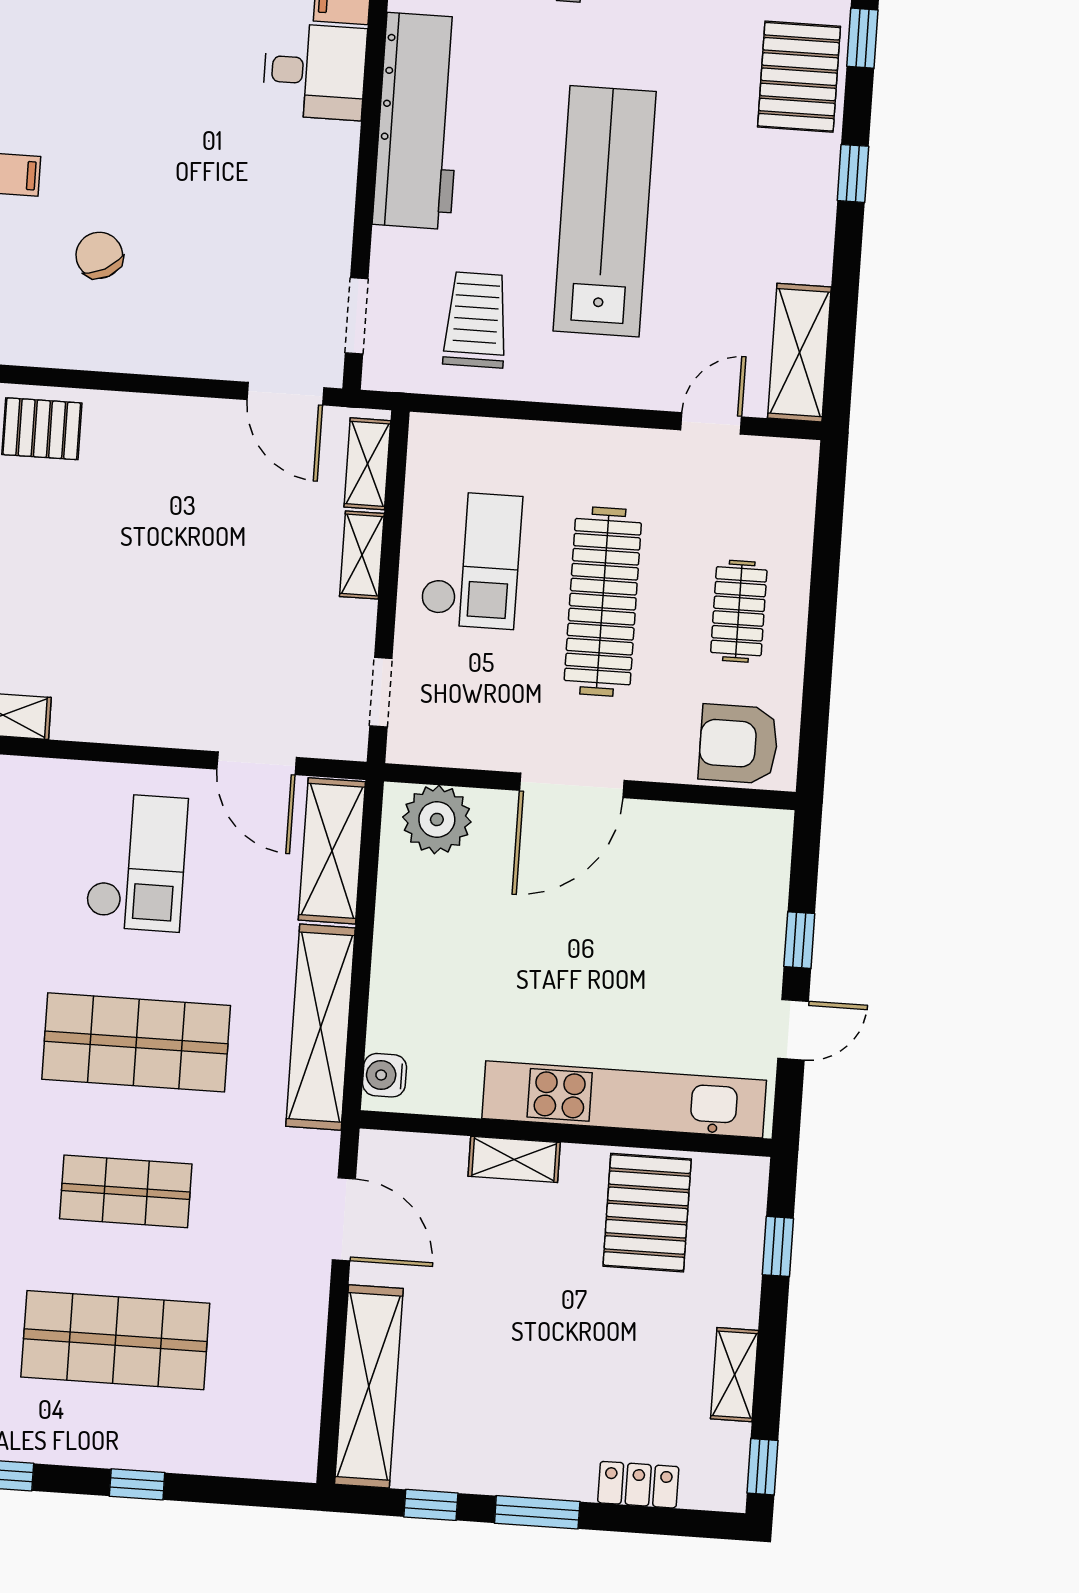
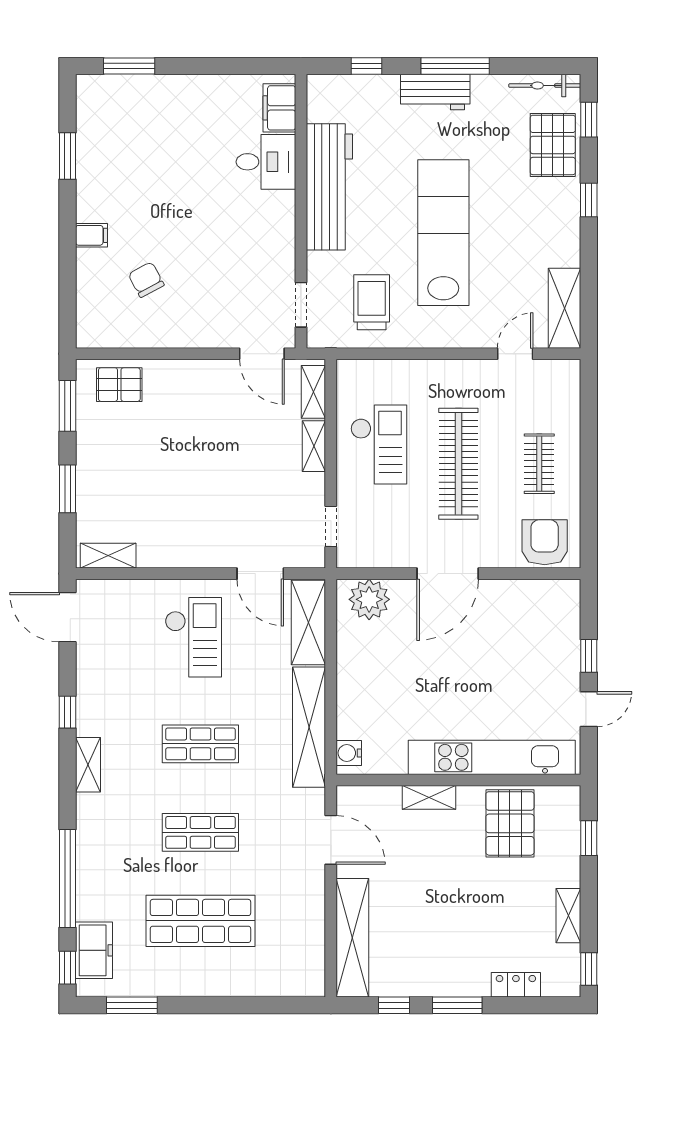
armchair: (738, 744) -> (545, 542), turned 90
shop shelf: (136, 1042) -> (200, 744), width x0.70, depth x0.74
window: (137, 1484) -> (219, 1005), removed

